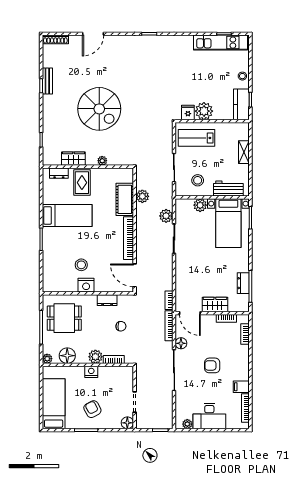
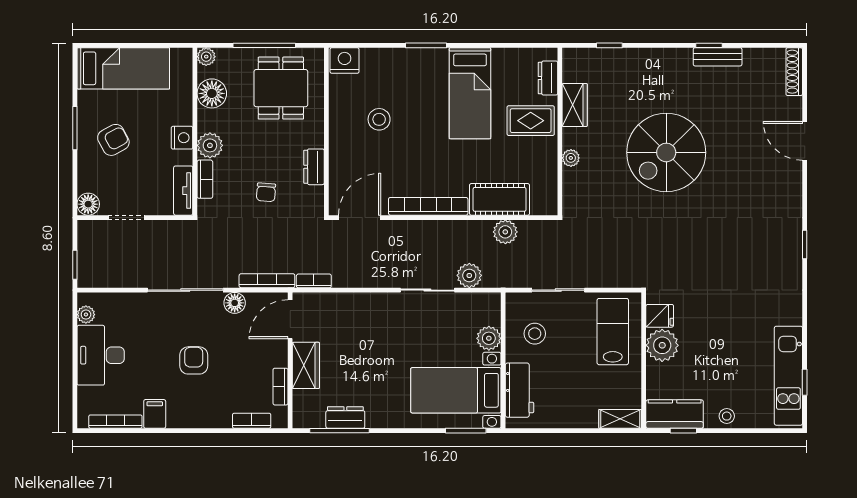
shelving: (244, 152) -> (620, 419), moved
nightstand: (86, 285) -> (345, 60), moved, turned 90
tv unit: (120, 371) -> (183, 191), added

